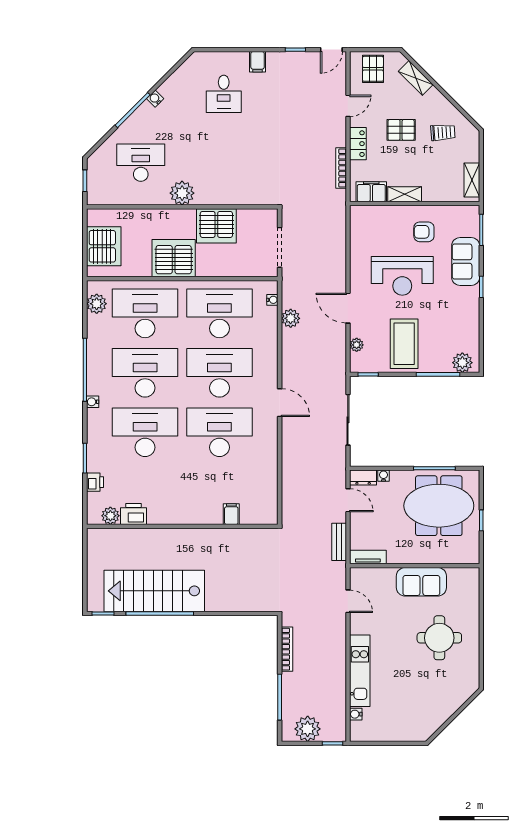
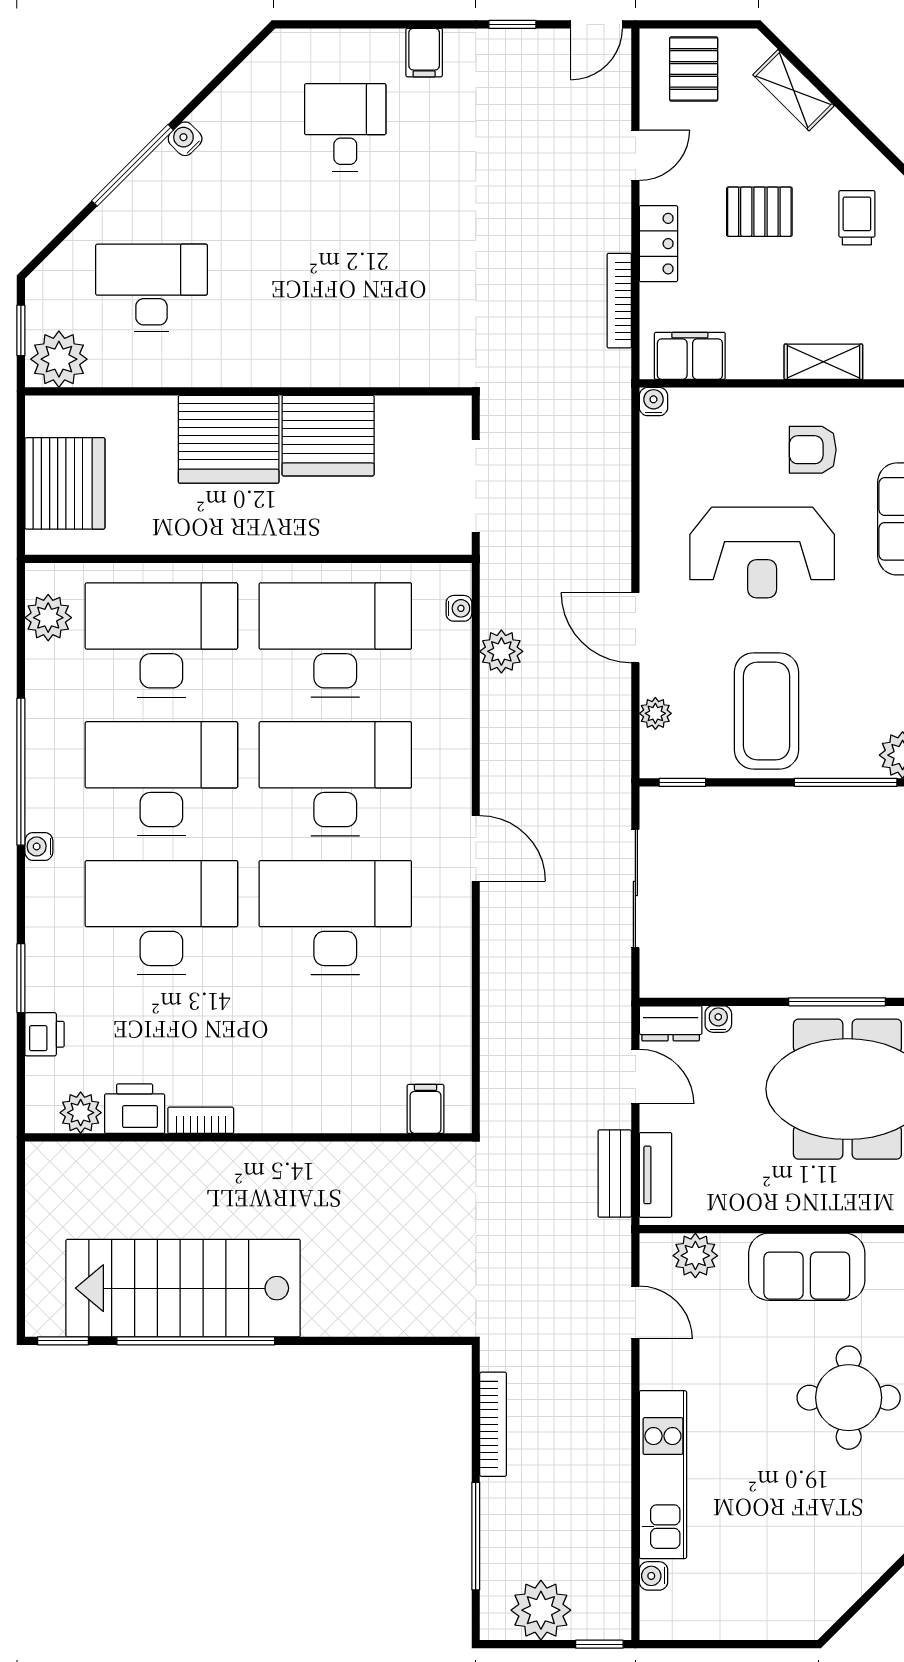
desk: (224, 94) -> (345, 128), turned 180
trolley: (443, 132) -> (857, 218), turned -86
plant: (182, 193) -> (59, 359), moved
shelving: (405, 194) -> (823, 362), moved
water cooler: (356, 211) -> (653, 402), added
server rack: (174, 258) -> (229, 439), moved, turned 180
filing cabinet: (231, 514) -> (426, 1109), moved
bookcase: (162, 519) -> (201, 1120), added
tv unit: (368, 557) -> (655, 1175), moved, turned 90
plant: (374, 577) -> (695, 1256), added

